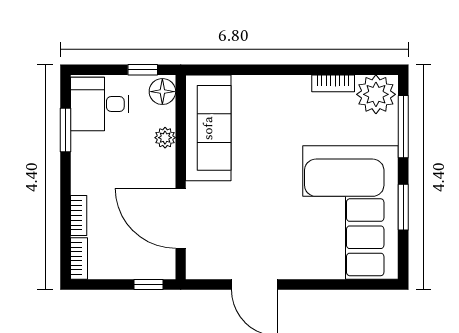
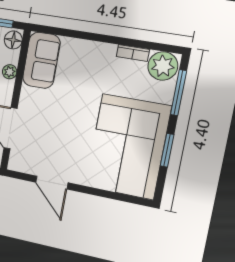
sofa: (208, 128) -> (41, 60), width x0.73

